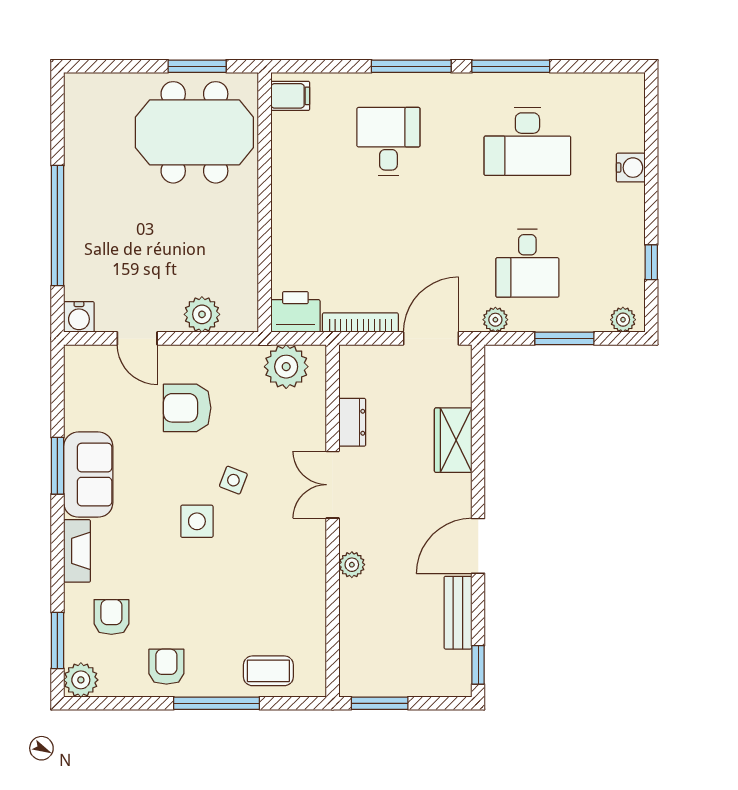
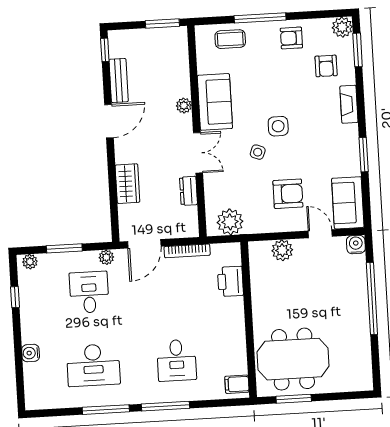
desk: (527, 141) -> (93, 365), turned 180
printer: (295, 312) -> (230, 281), moved, turned 90
sofa: (88, 475) -> (348, 203), moved
sofa: (300, 568) -> (215, 102), added
armchair: (166, 667) -> (291, 38), turned 90

